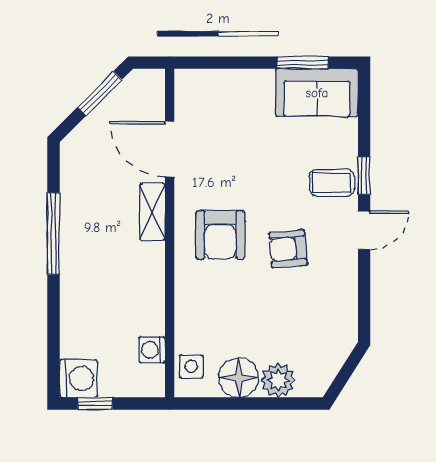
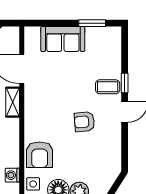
sofa: (317, 93) -> (63, 39), moved
armchair: (220, 235) -> (40, 155), moved

